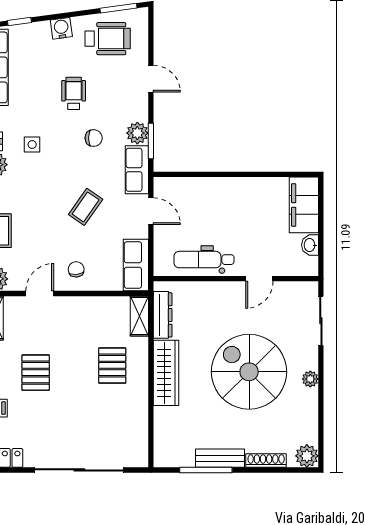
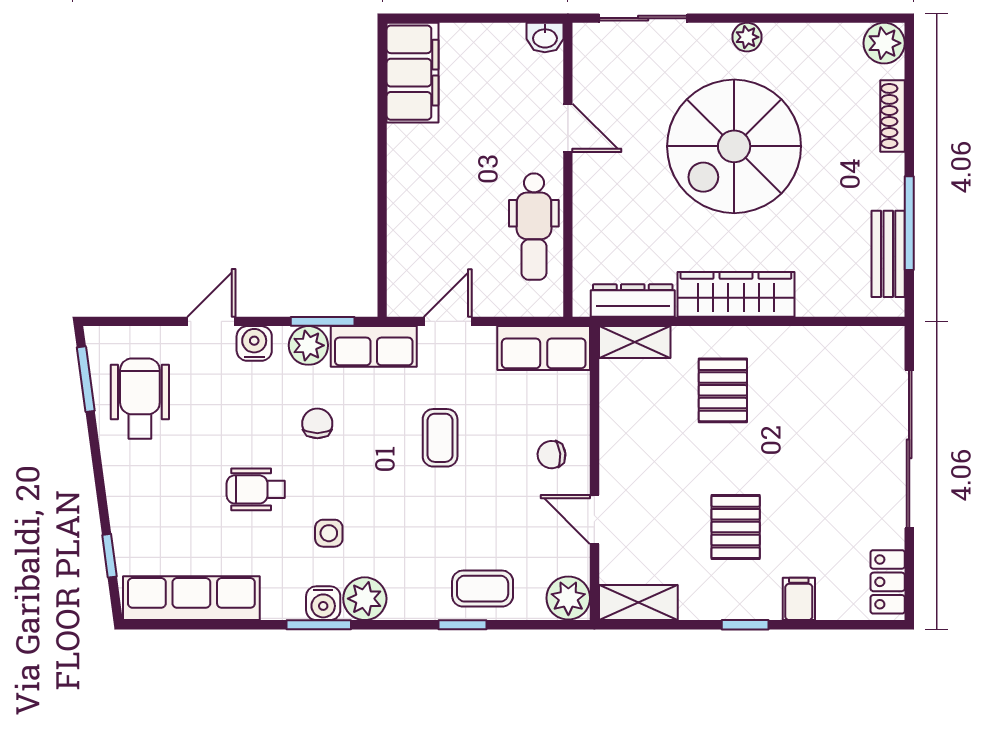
water cooler: (61, 28) -> (254, 343), moved, turned 98
wheelchair: (74, 93) -> (256, 489), moved
filing cabinet: (304, 205) -> (413, 73), moved, turned -90
coffee table: (86, 207) -> (440, 438), turned 55
washbasin: (310, 245) -> (545, 38), moved
pallet: (112, 365) -> (723, 390), turned 90
pallet: (36, 373) -> (736, 527), turned 90
bench: (220, 458) -> (888, 254), moved

